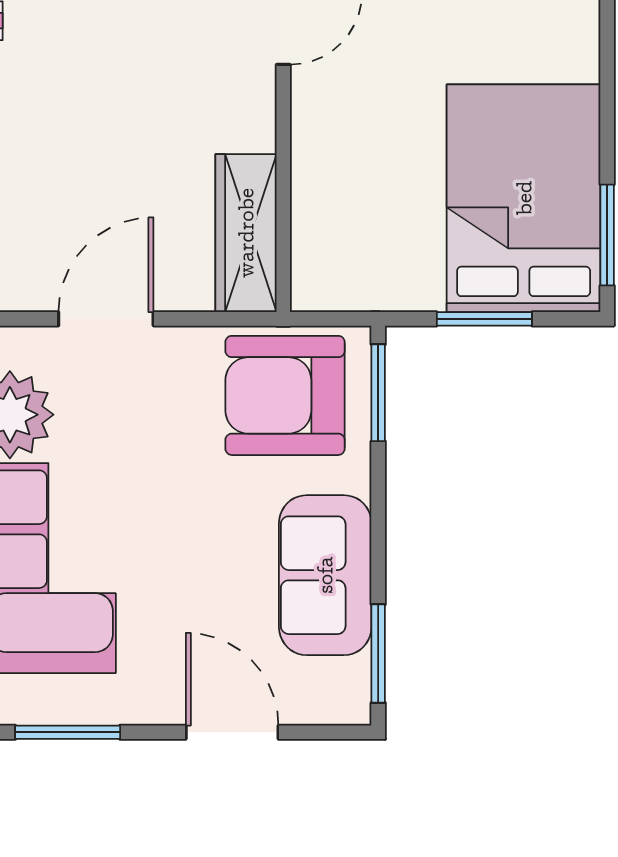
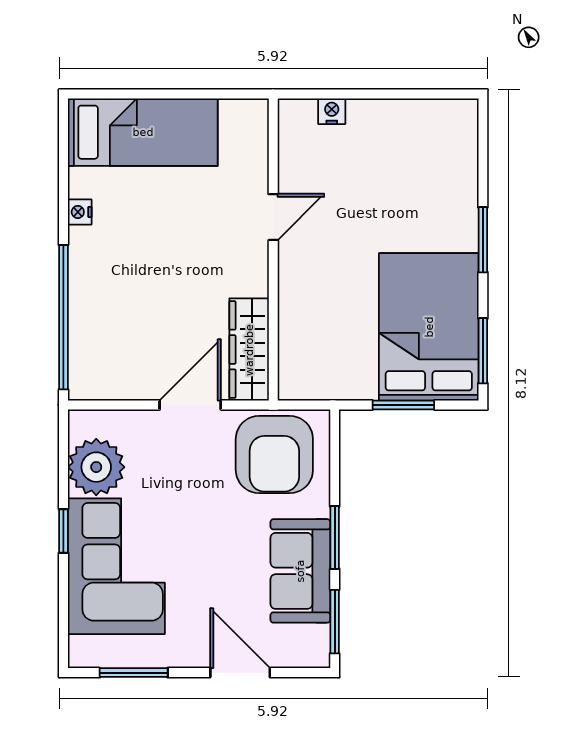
window: (607, 64) -> (483, 240), added
door: (106, 319) -> (190, 405), moved
window: (378, 393) -> (335, 538), moved
armchair: (285, 395) -> (274, 455), turned -90

